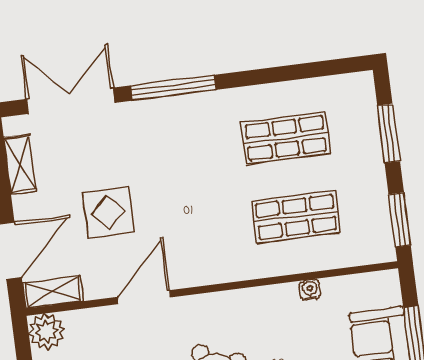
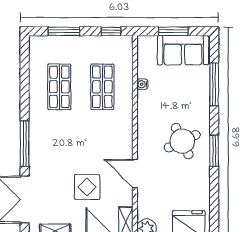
window: (400, 220) -> (111, 31), width x0.67

